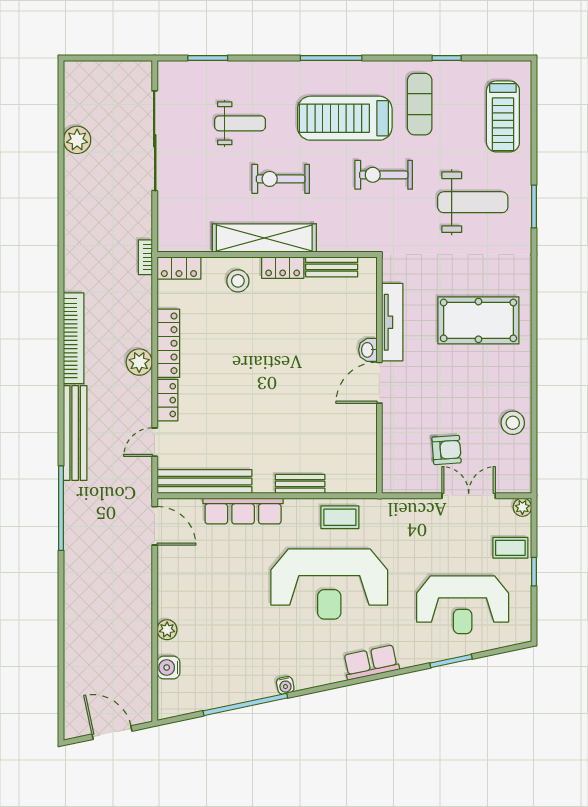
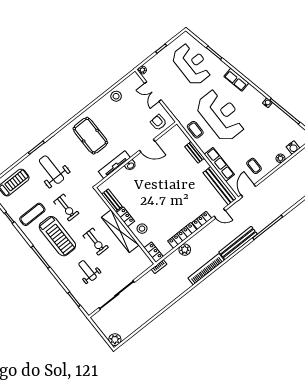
plant: (77, 140) -> (115, 340), moved
plant: (139, 362) -> (185, 250), moved
door: (379, 383) -> (147, 146), moved
armchair: (447, 450) -> (158, 122), moved
coffee table: (510, 548) -> (254, 166), moved

